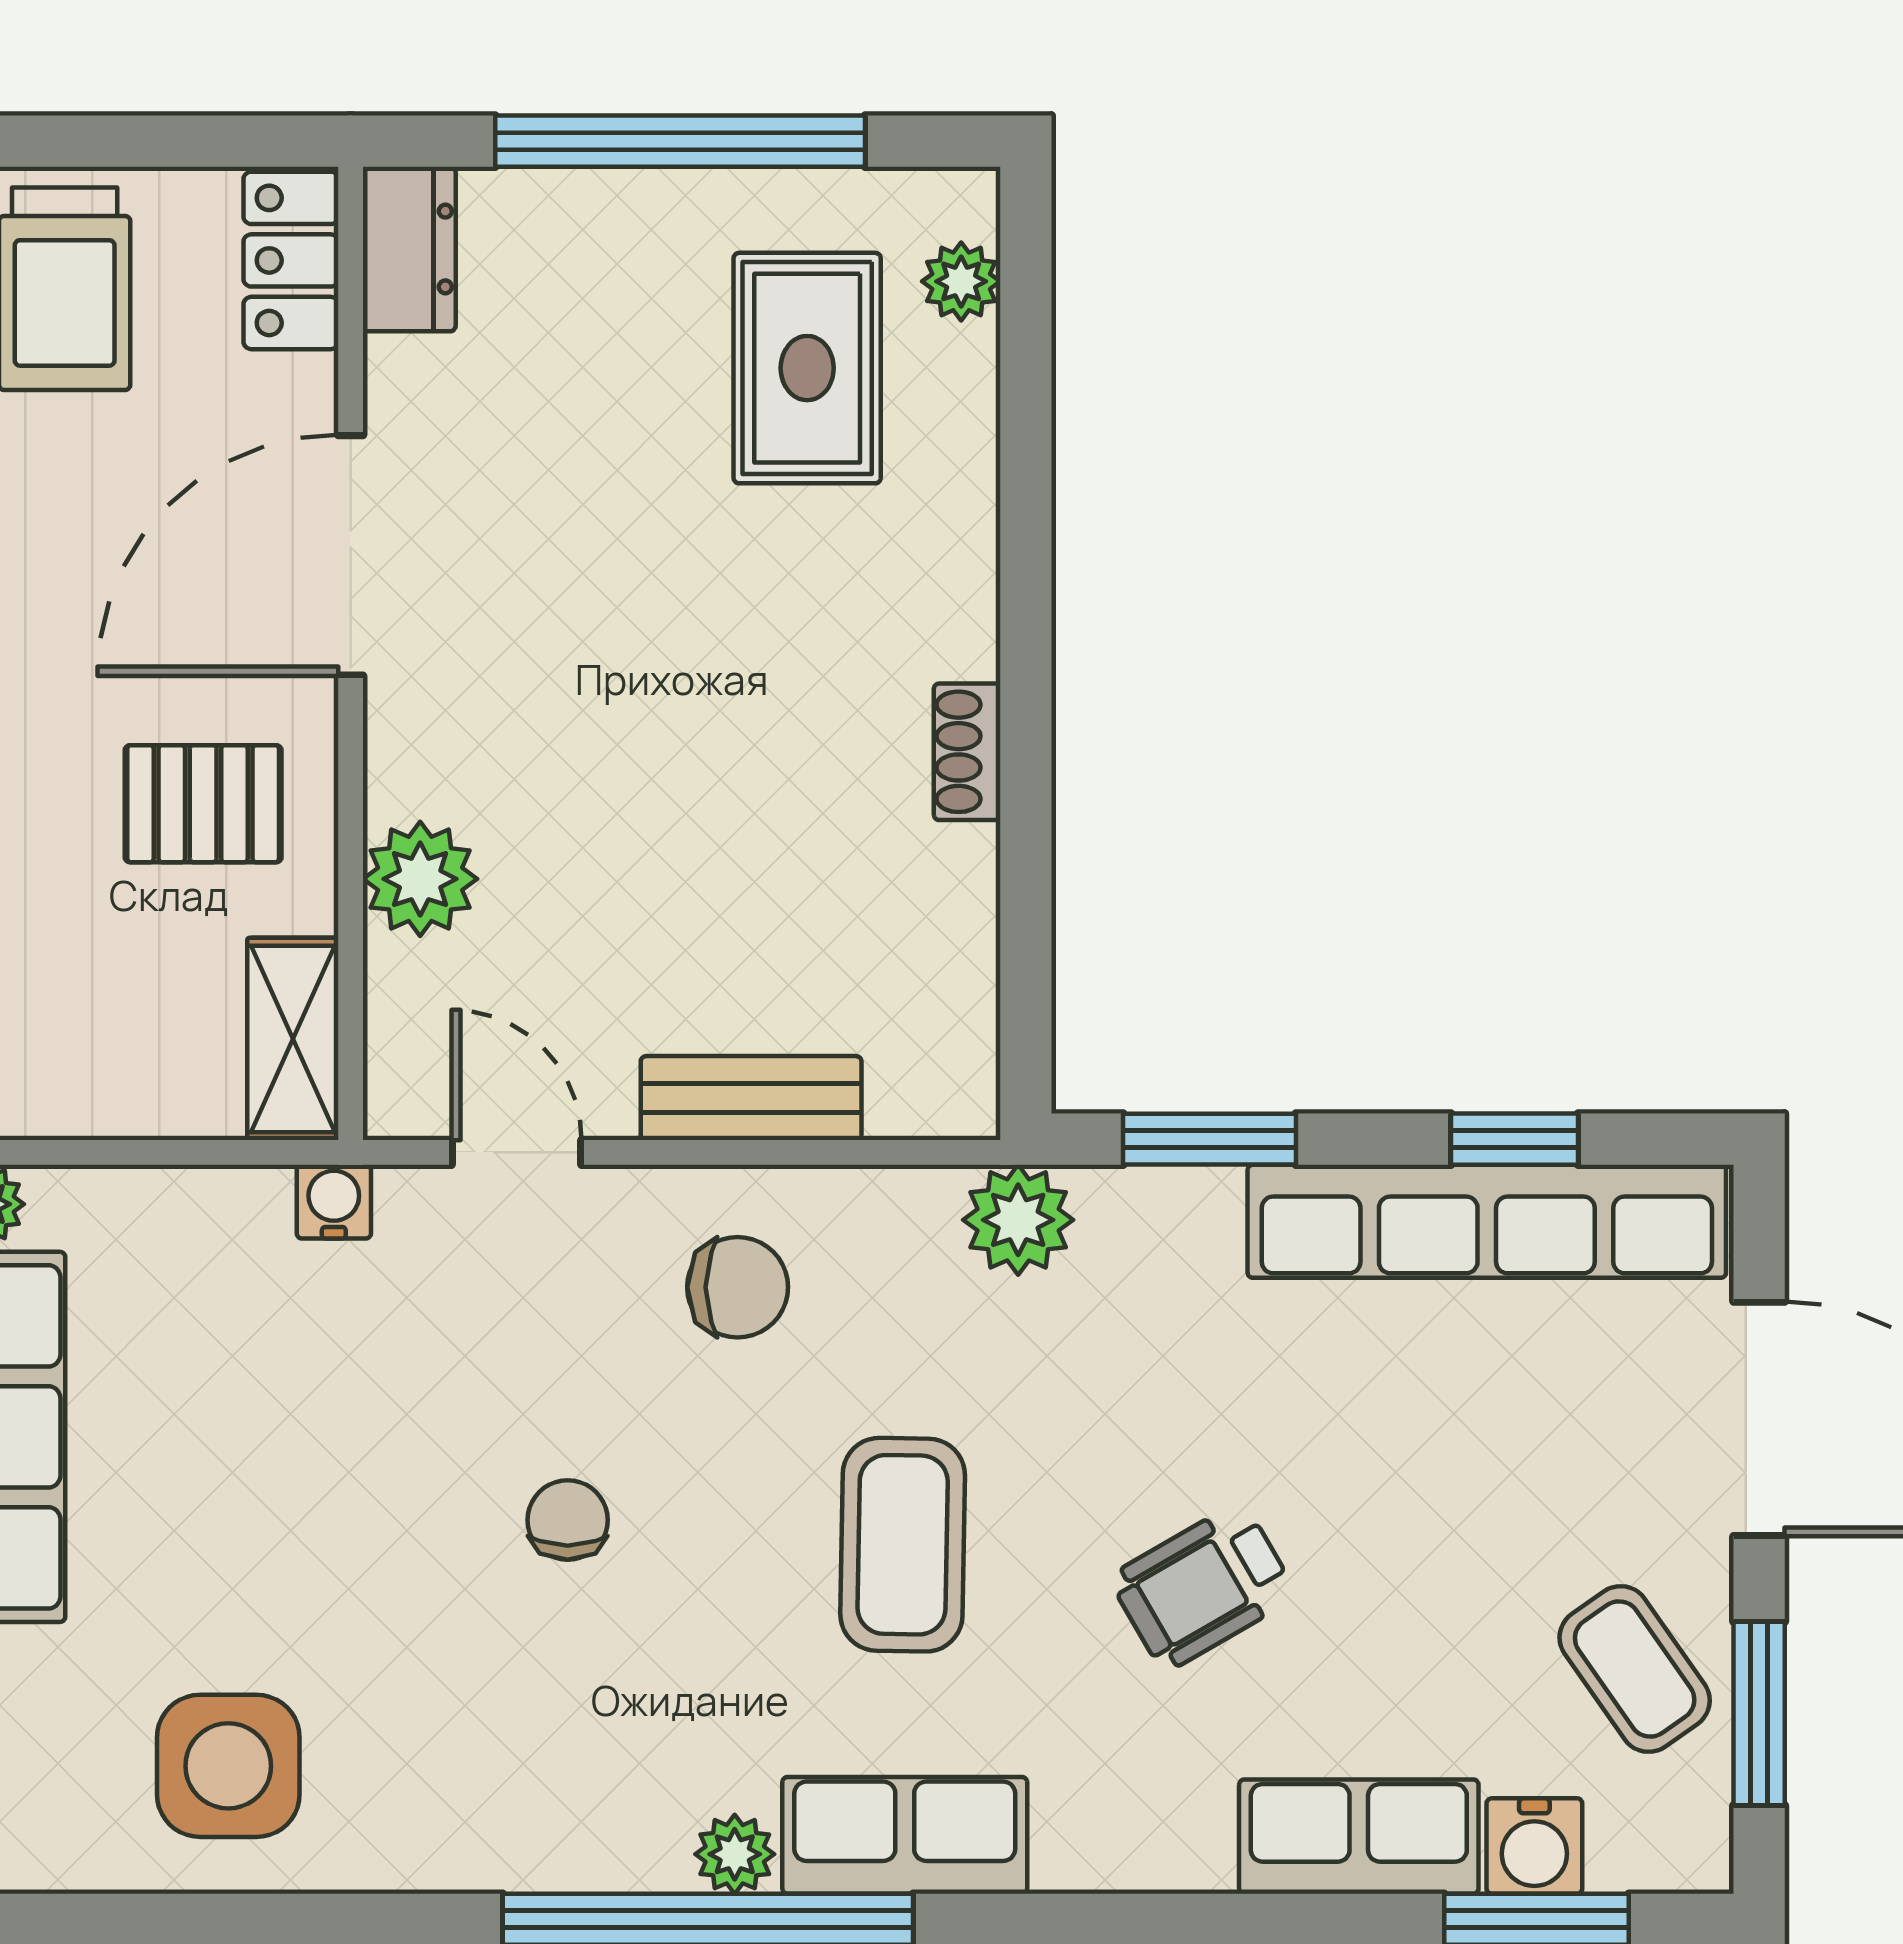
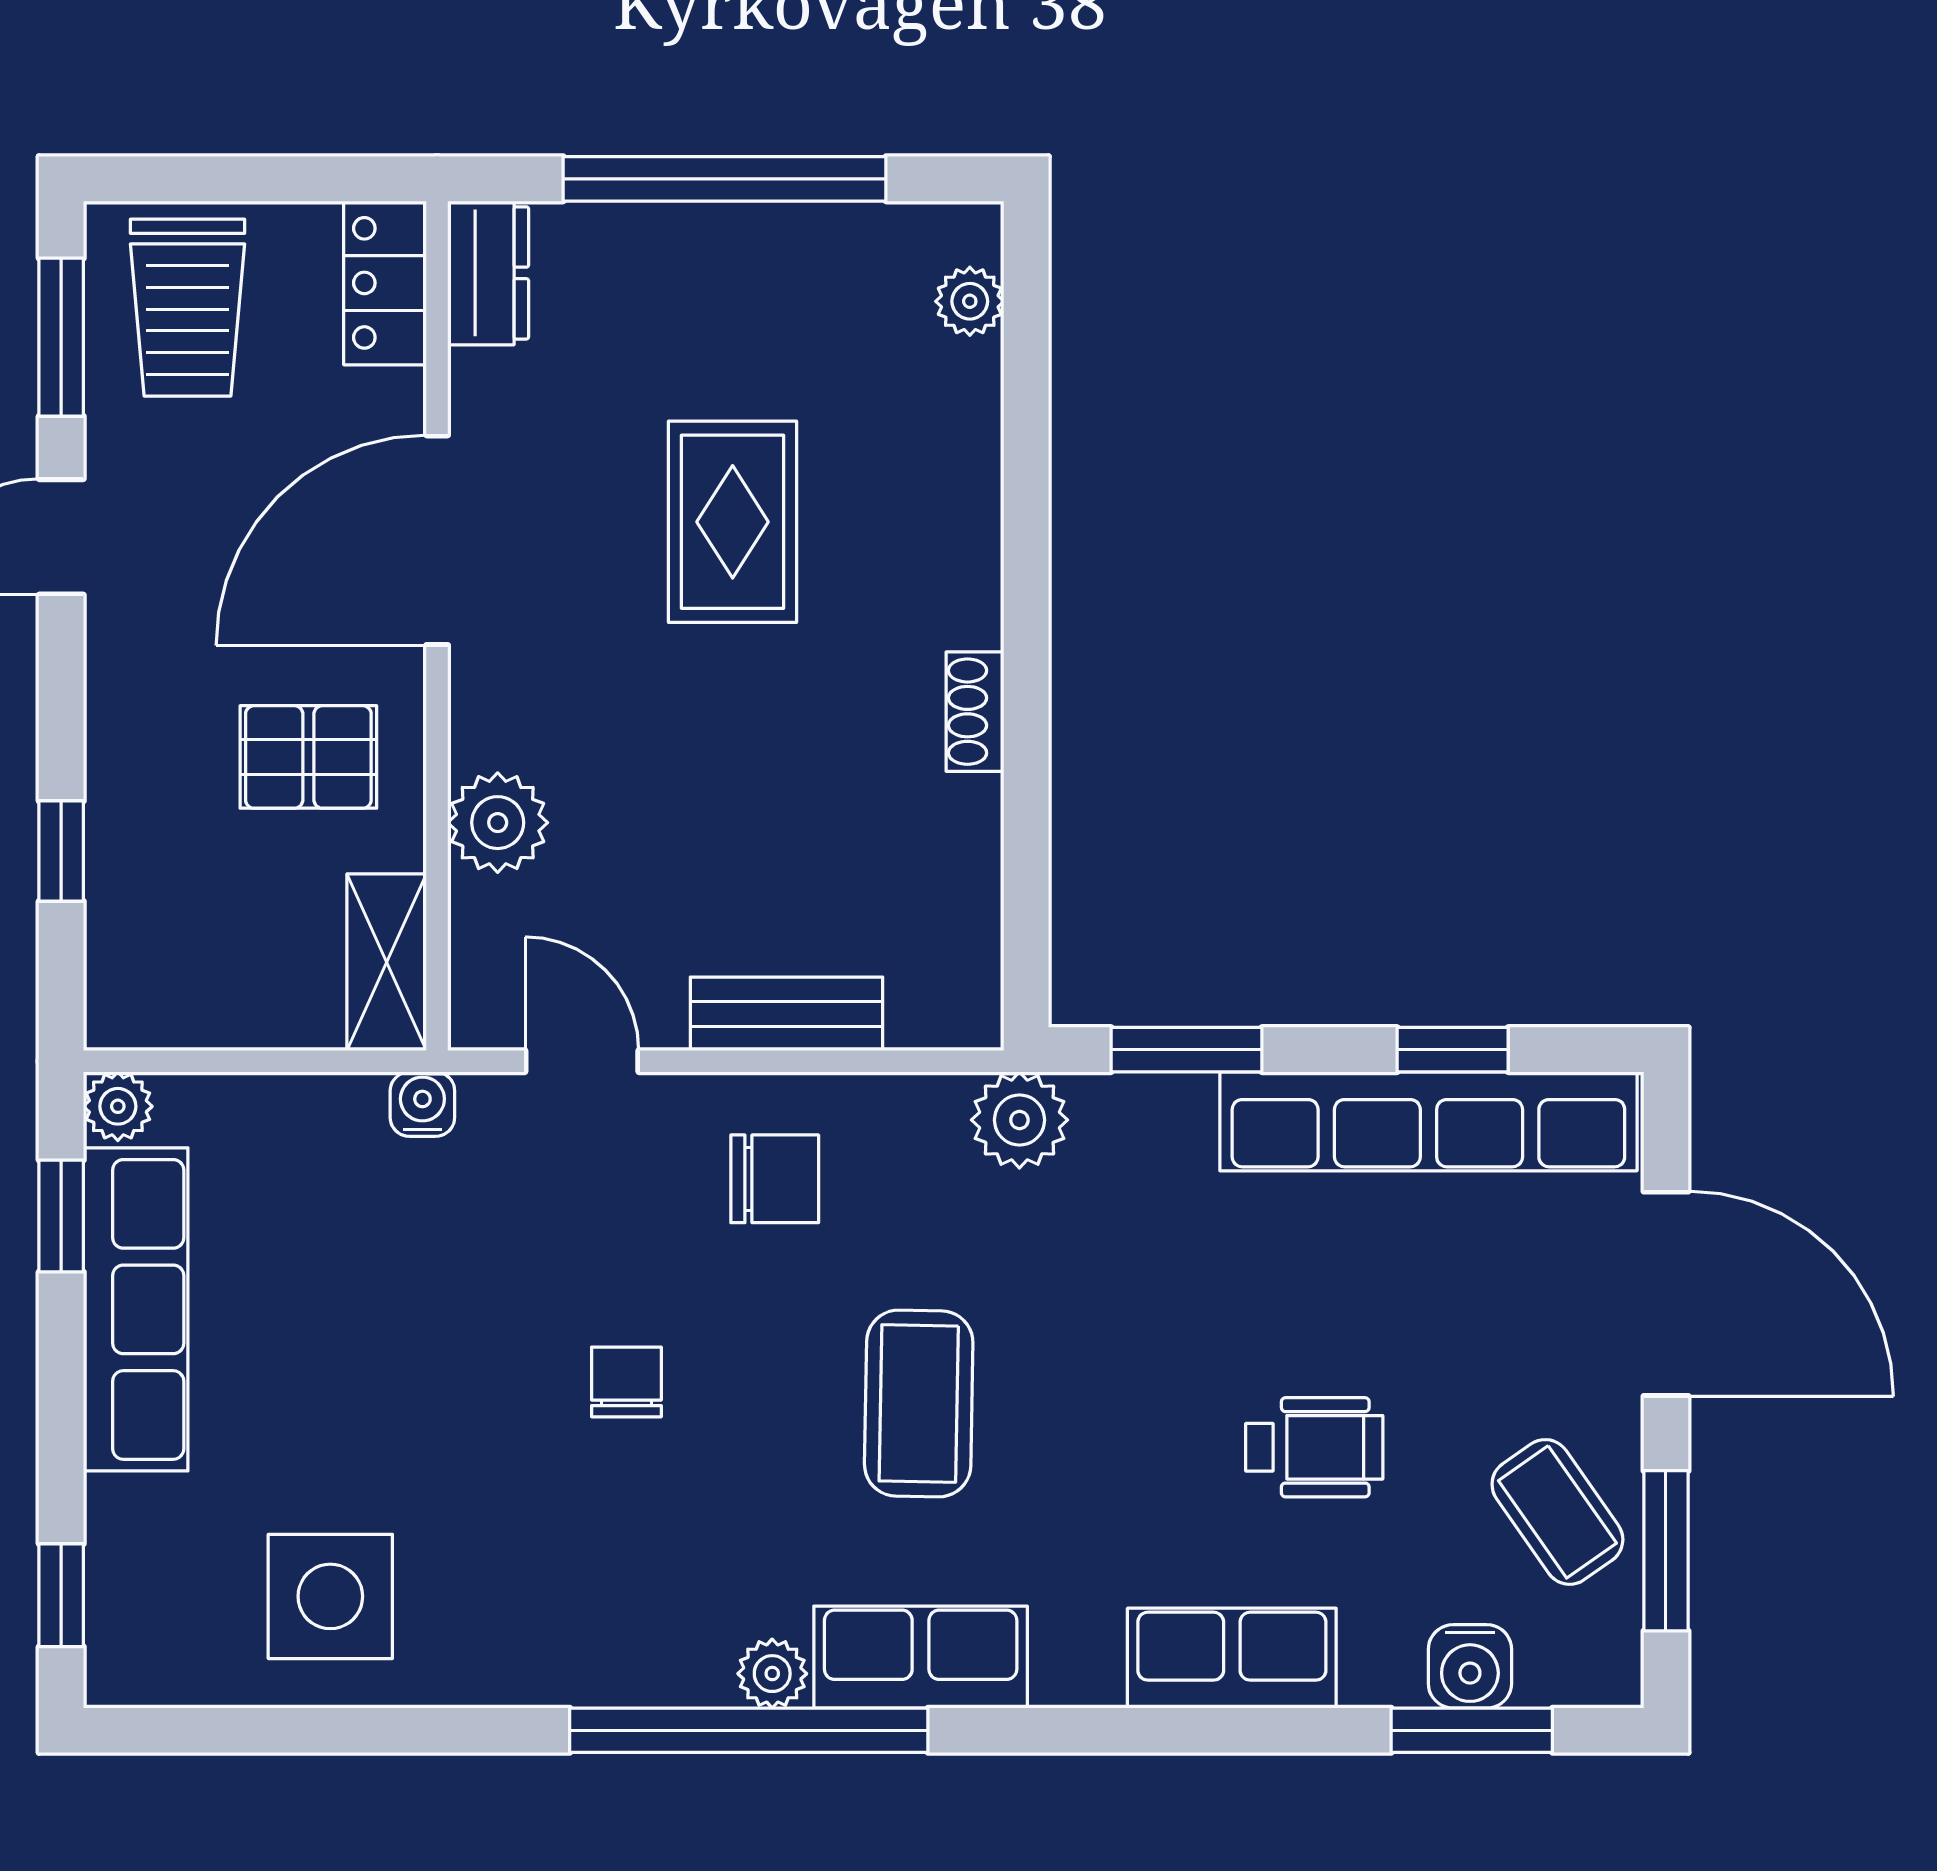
rug: (807, 368) -> (733, 522), moved
wheelchair: (1203, 1587) -> (1314, 1447), moved, turned -150
row of seats: (1359, 1837) -> (1232, 1658), moved

